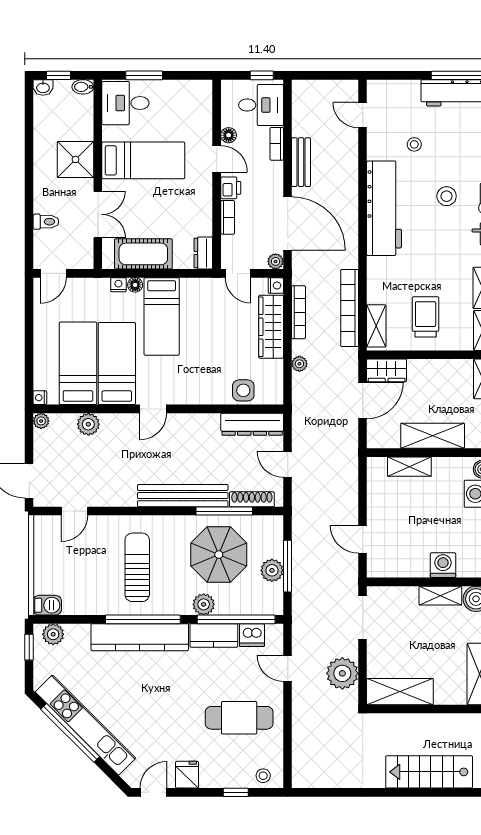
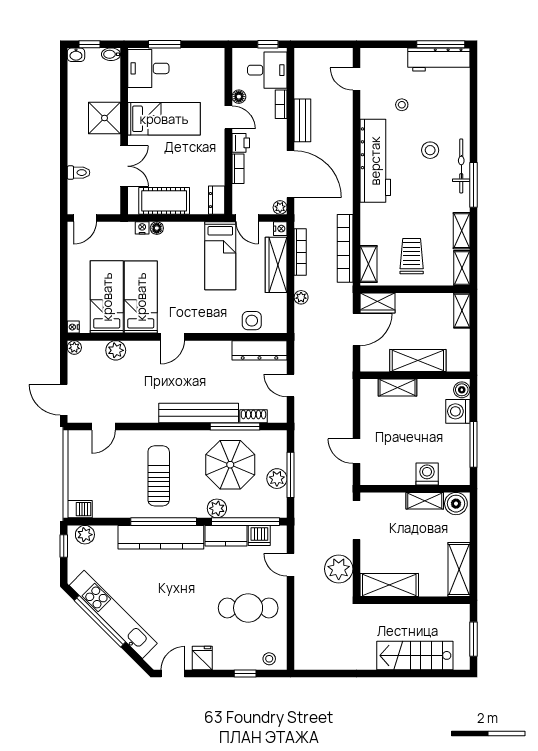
bed: (162, 316) -> (220, 256), moved
shoe rack: (252, 499) -> (253, 416), width x0.70

